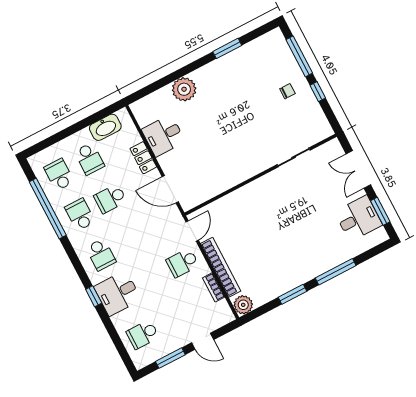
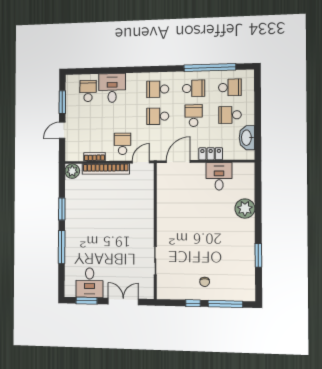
door: (192, 231) -> (141, 162), swing flipped
school desk: (131, 239) -> (158, 116), added
desk: (118, 293) -> (112, 88), moved
window: (94, 296) -> (131, 70), removed

